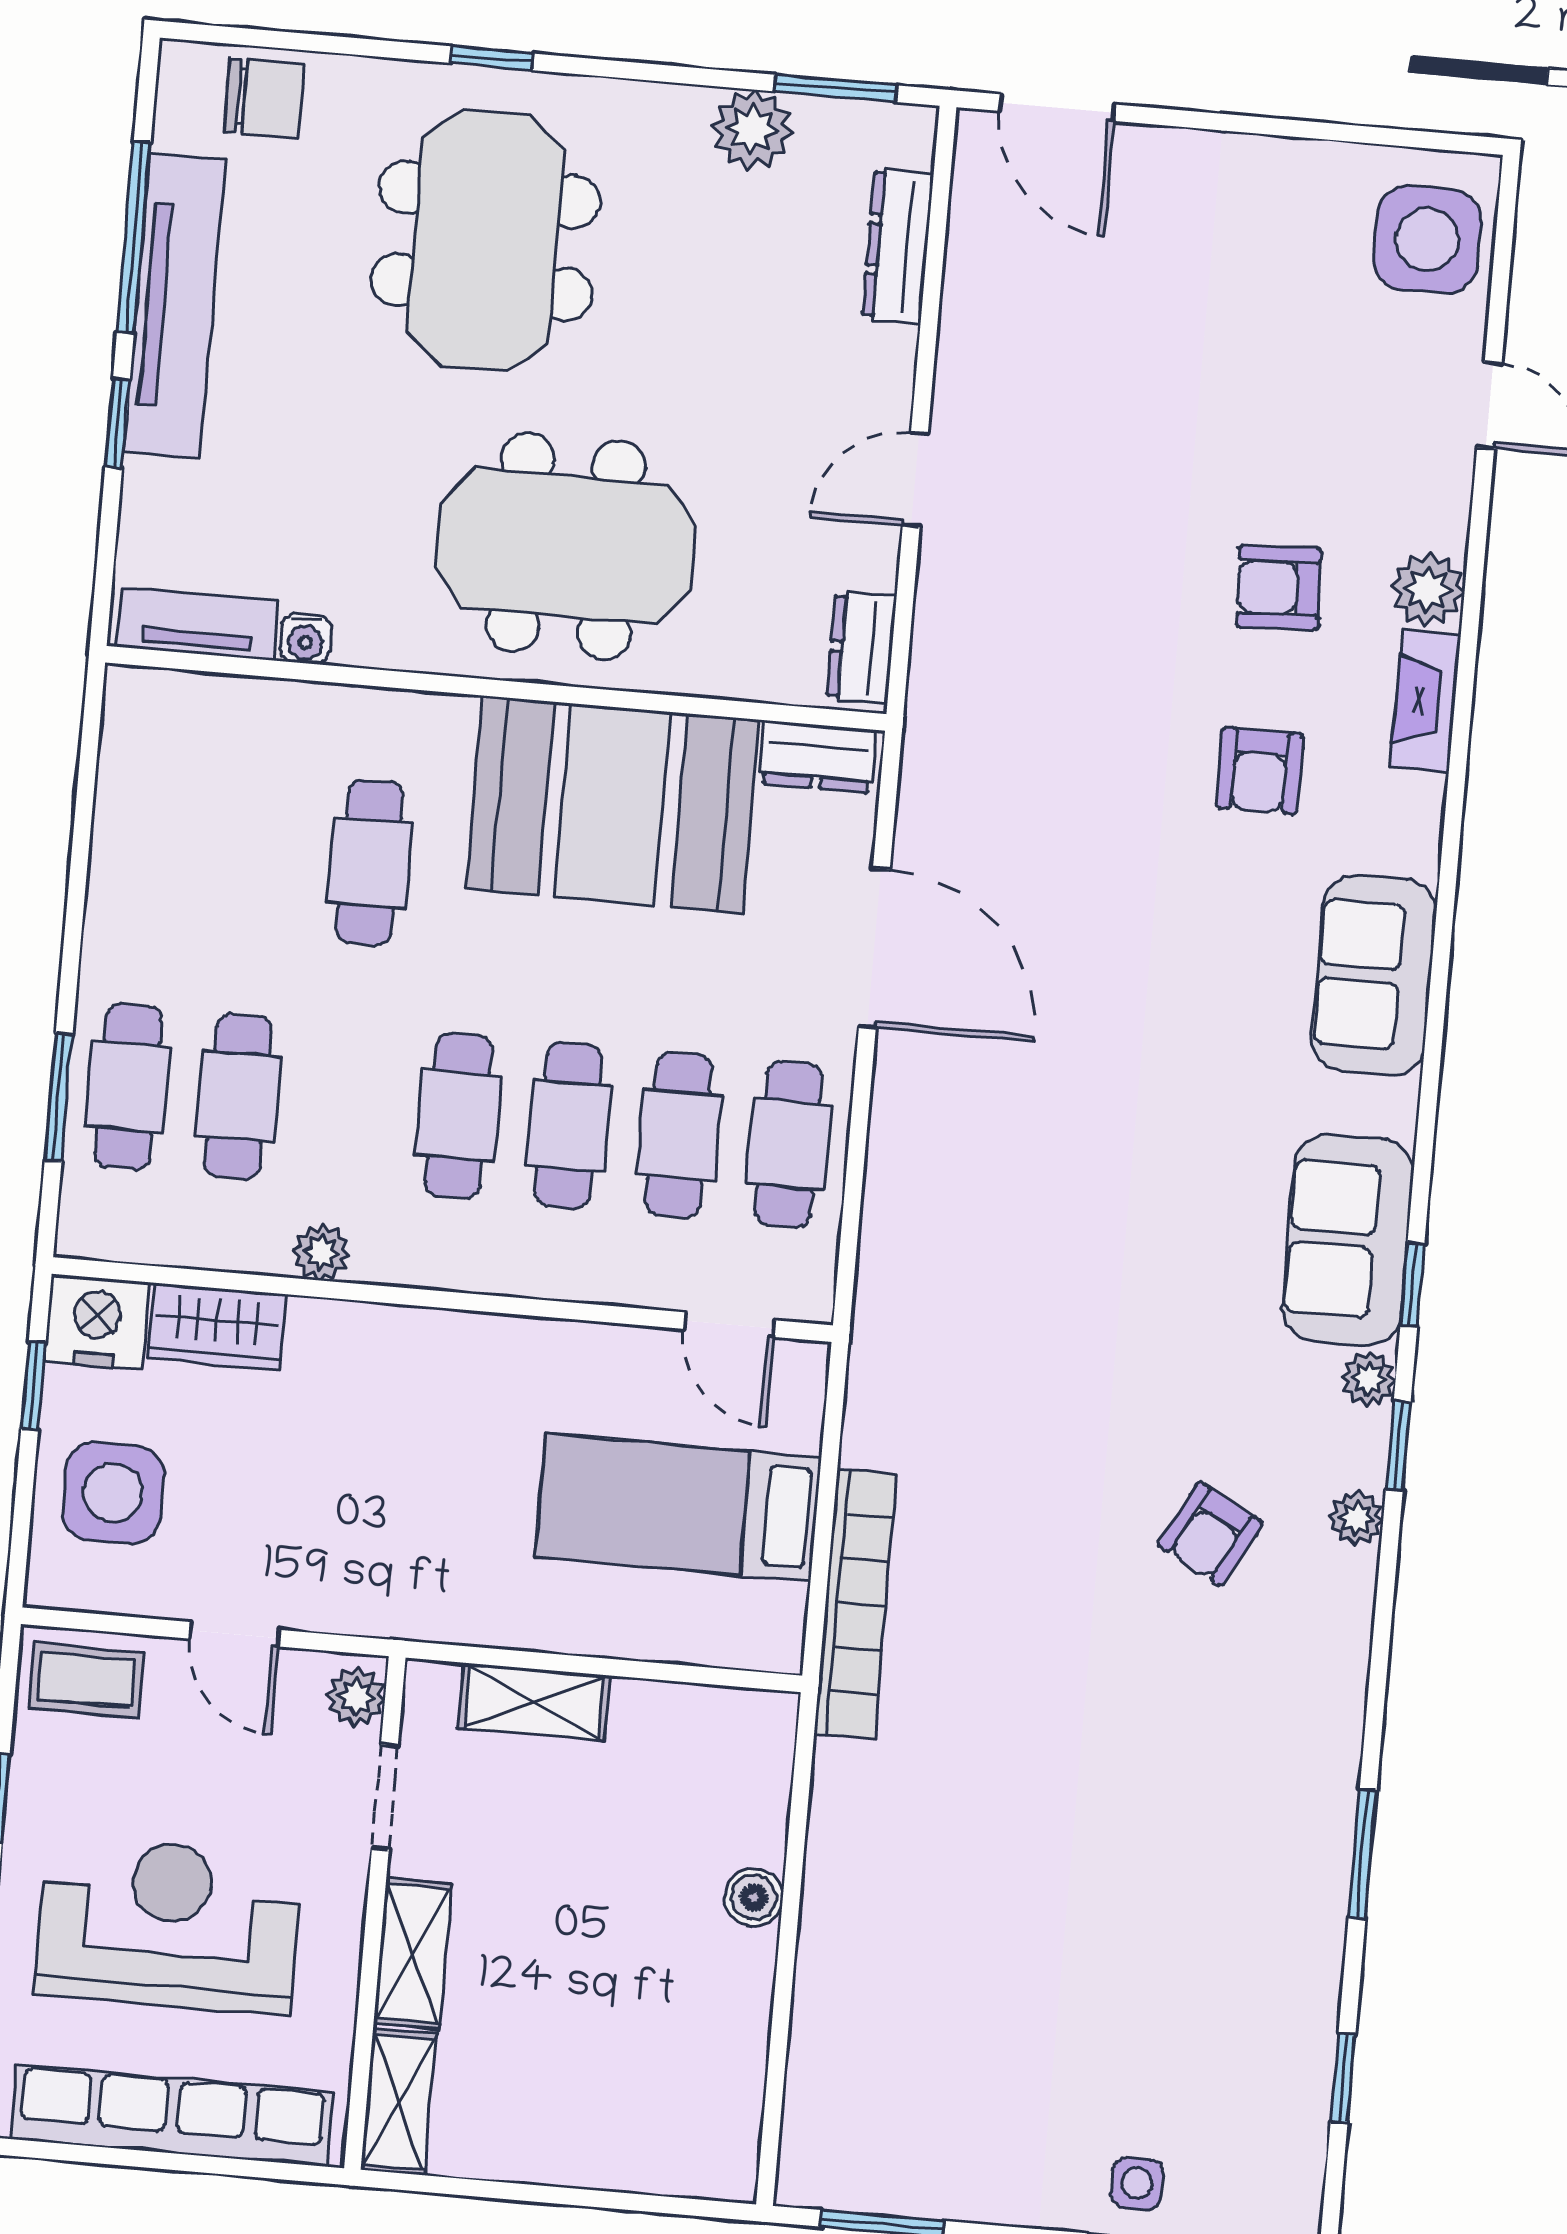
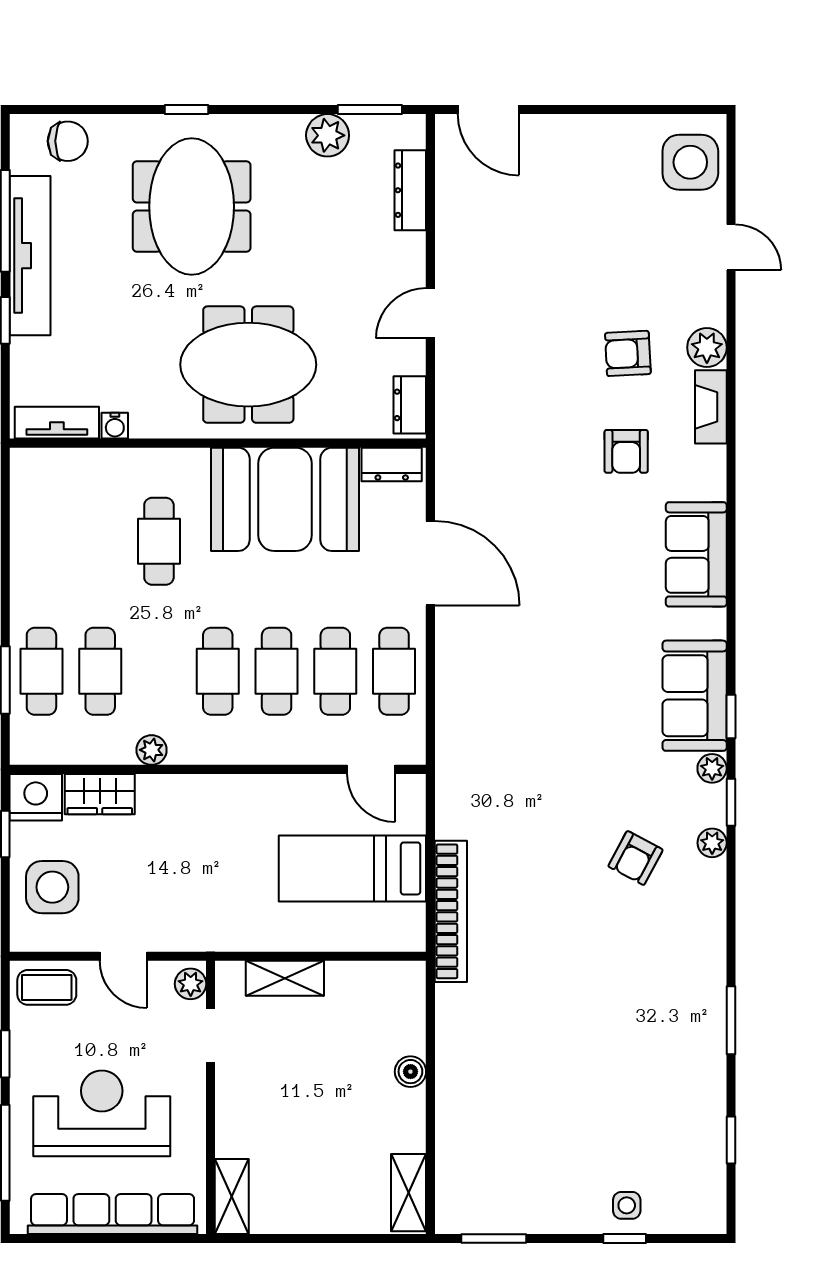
shelving: (412, 1953) -> (409, 1193), moved

